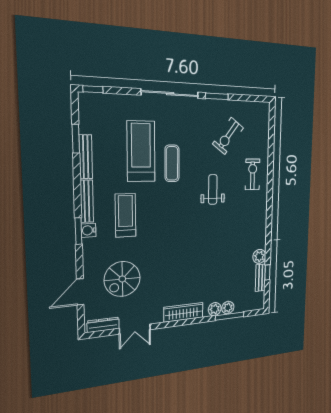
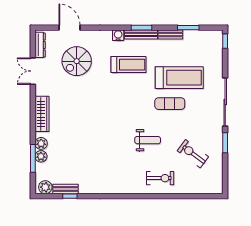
bench: (86, 157) -> (170, 35), width x0.73
window: (78, 231) -> (142, 28), moved
plant: (259, 256) -> (45, 187), moved
spiral stairs: (122, 279) -> (77, 61), turned -90

